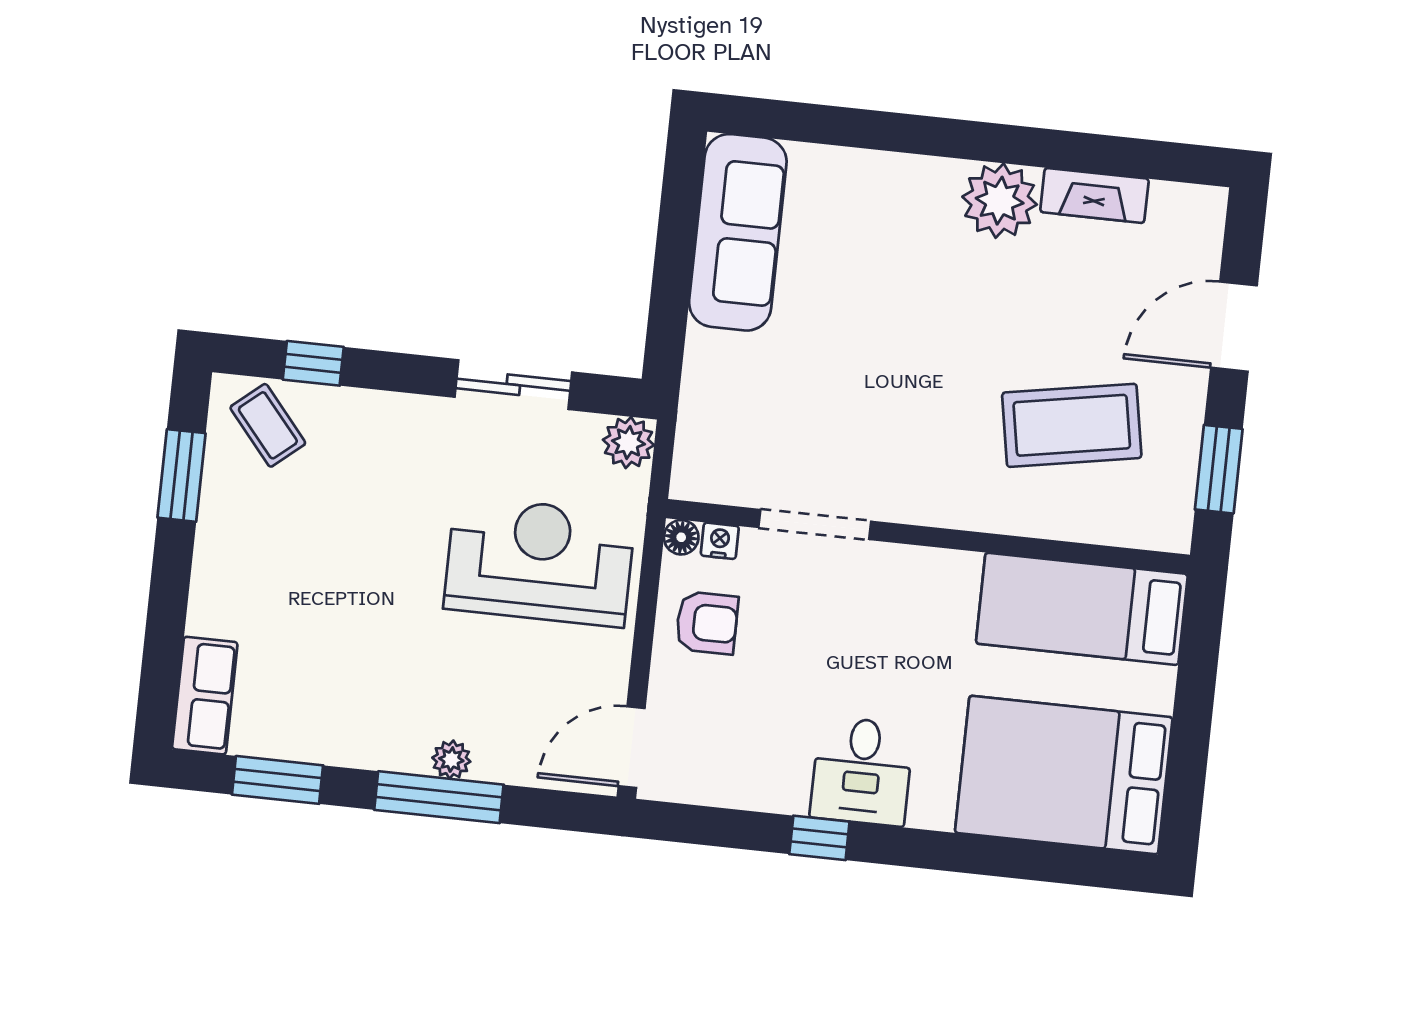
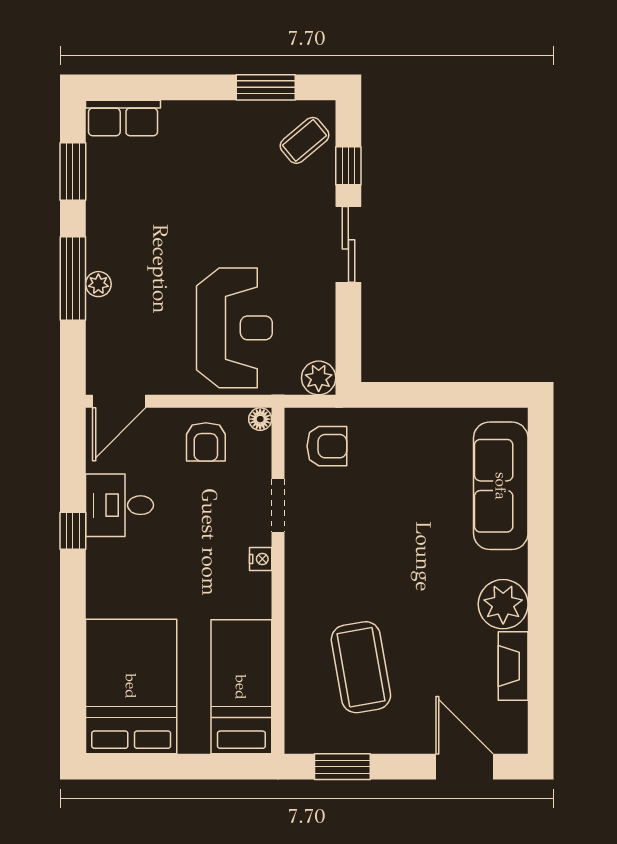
sofa: (738, 232) -> (501, 486), moved, turned 90
door: (1234, 327) -> (464, 767), moved
sliding door: (513, 385) -> (348, 244), moved
armchair: (733, 441) -> (327, 446), added
doorway: (815, 524) -> (278, 506), width x0.73
nightstand: (720, 541) -> (261, 559), moved
door: (632, 747) -> (119, 401), swing flipped
desk: (862, 771) -> (120, 505), moved

